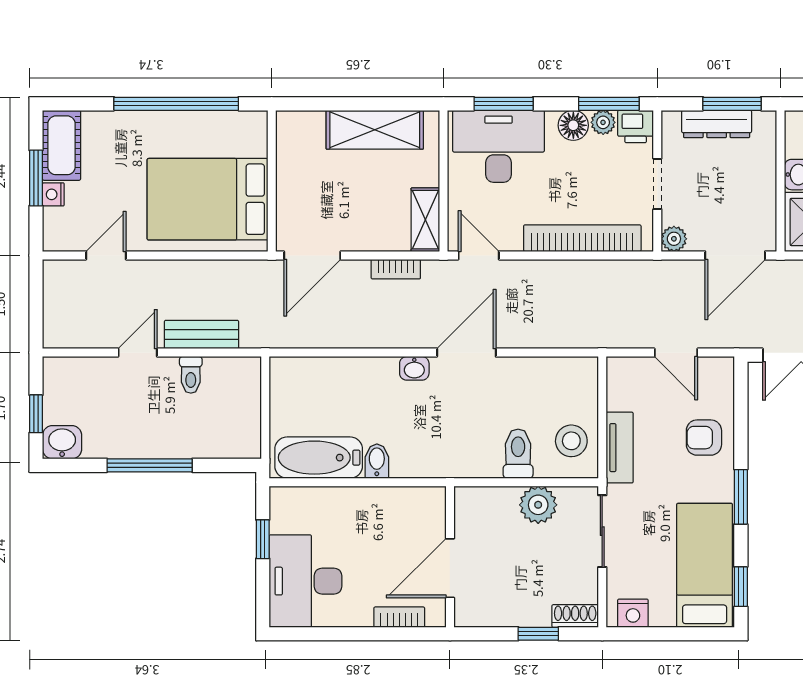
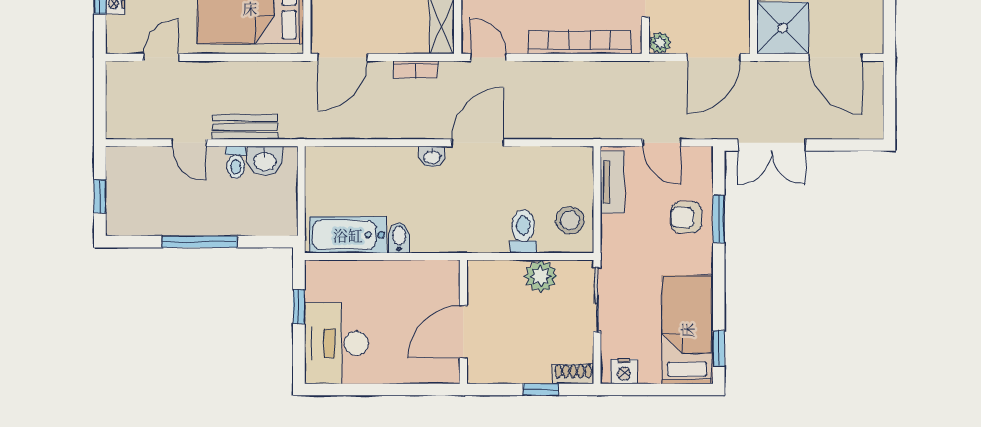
door: (138, 353) -> (189, 143), swing flipped
washbasin: (62, 442) -> (265, 161), moved, turned 180
tv unit: (620, 448) -> (612, 182), moved
window: (741, 497) -> (719, 219), moved
bookcase: (399, 617) -> (419, 375), removed

